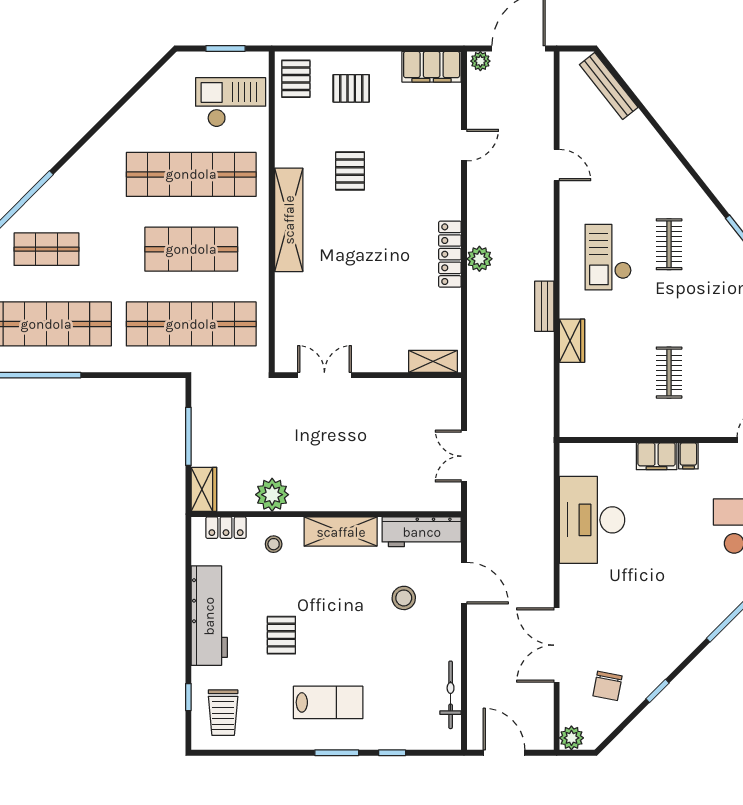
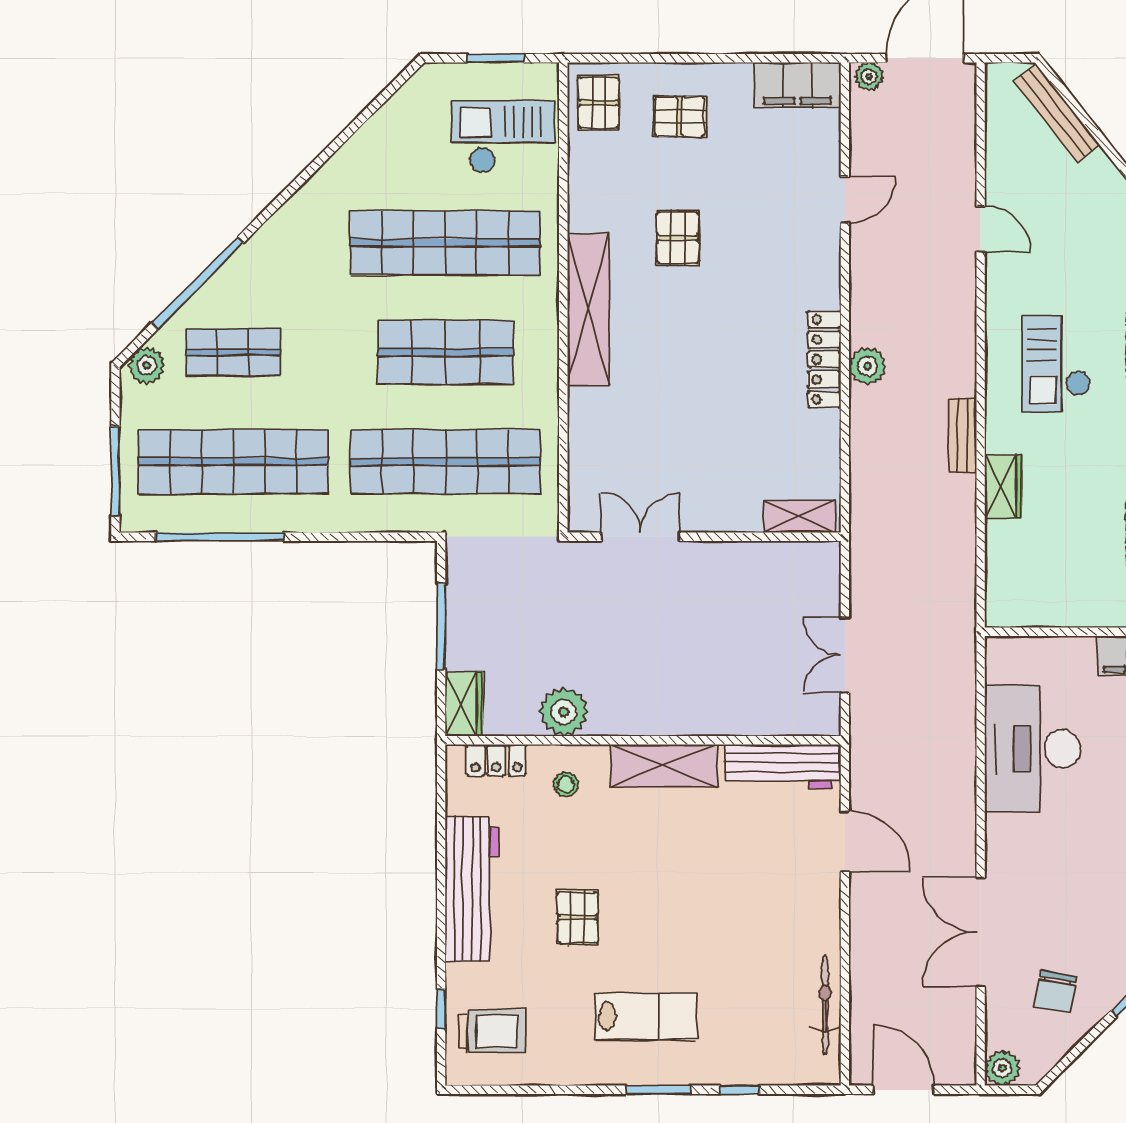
stool: (404, 598) -> (757, 863), removed
trolley: (223, 713) -> (492, 1031), turned -90

